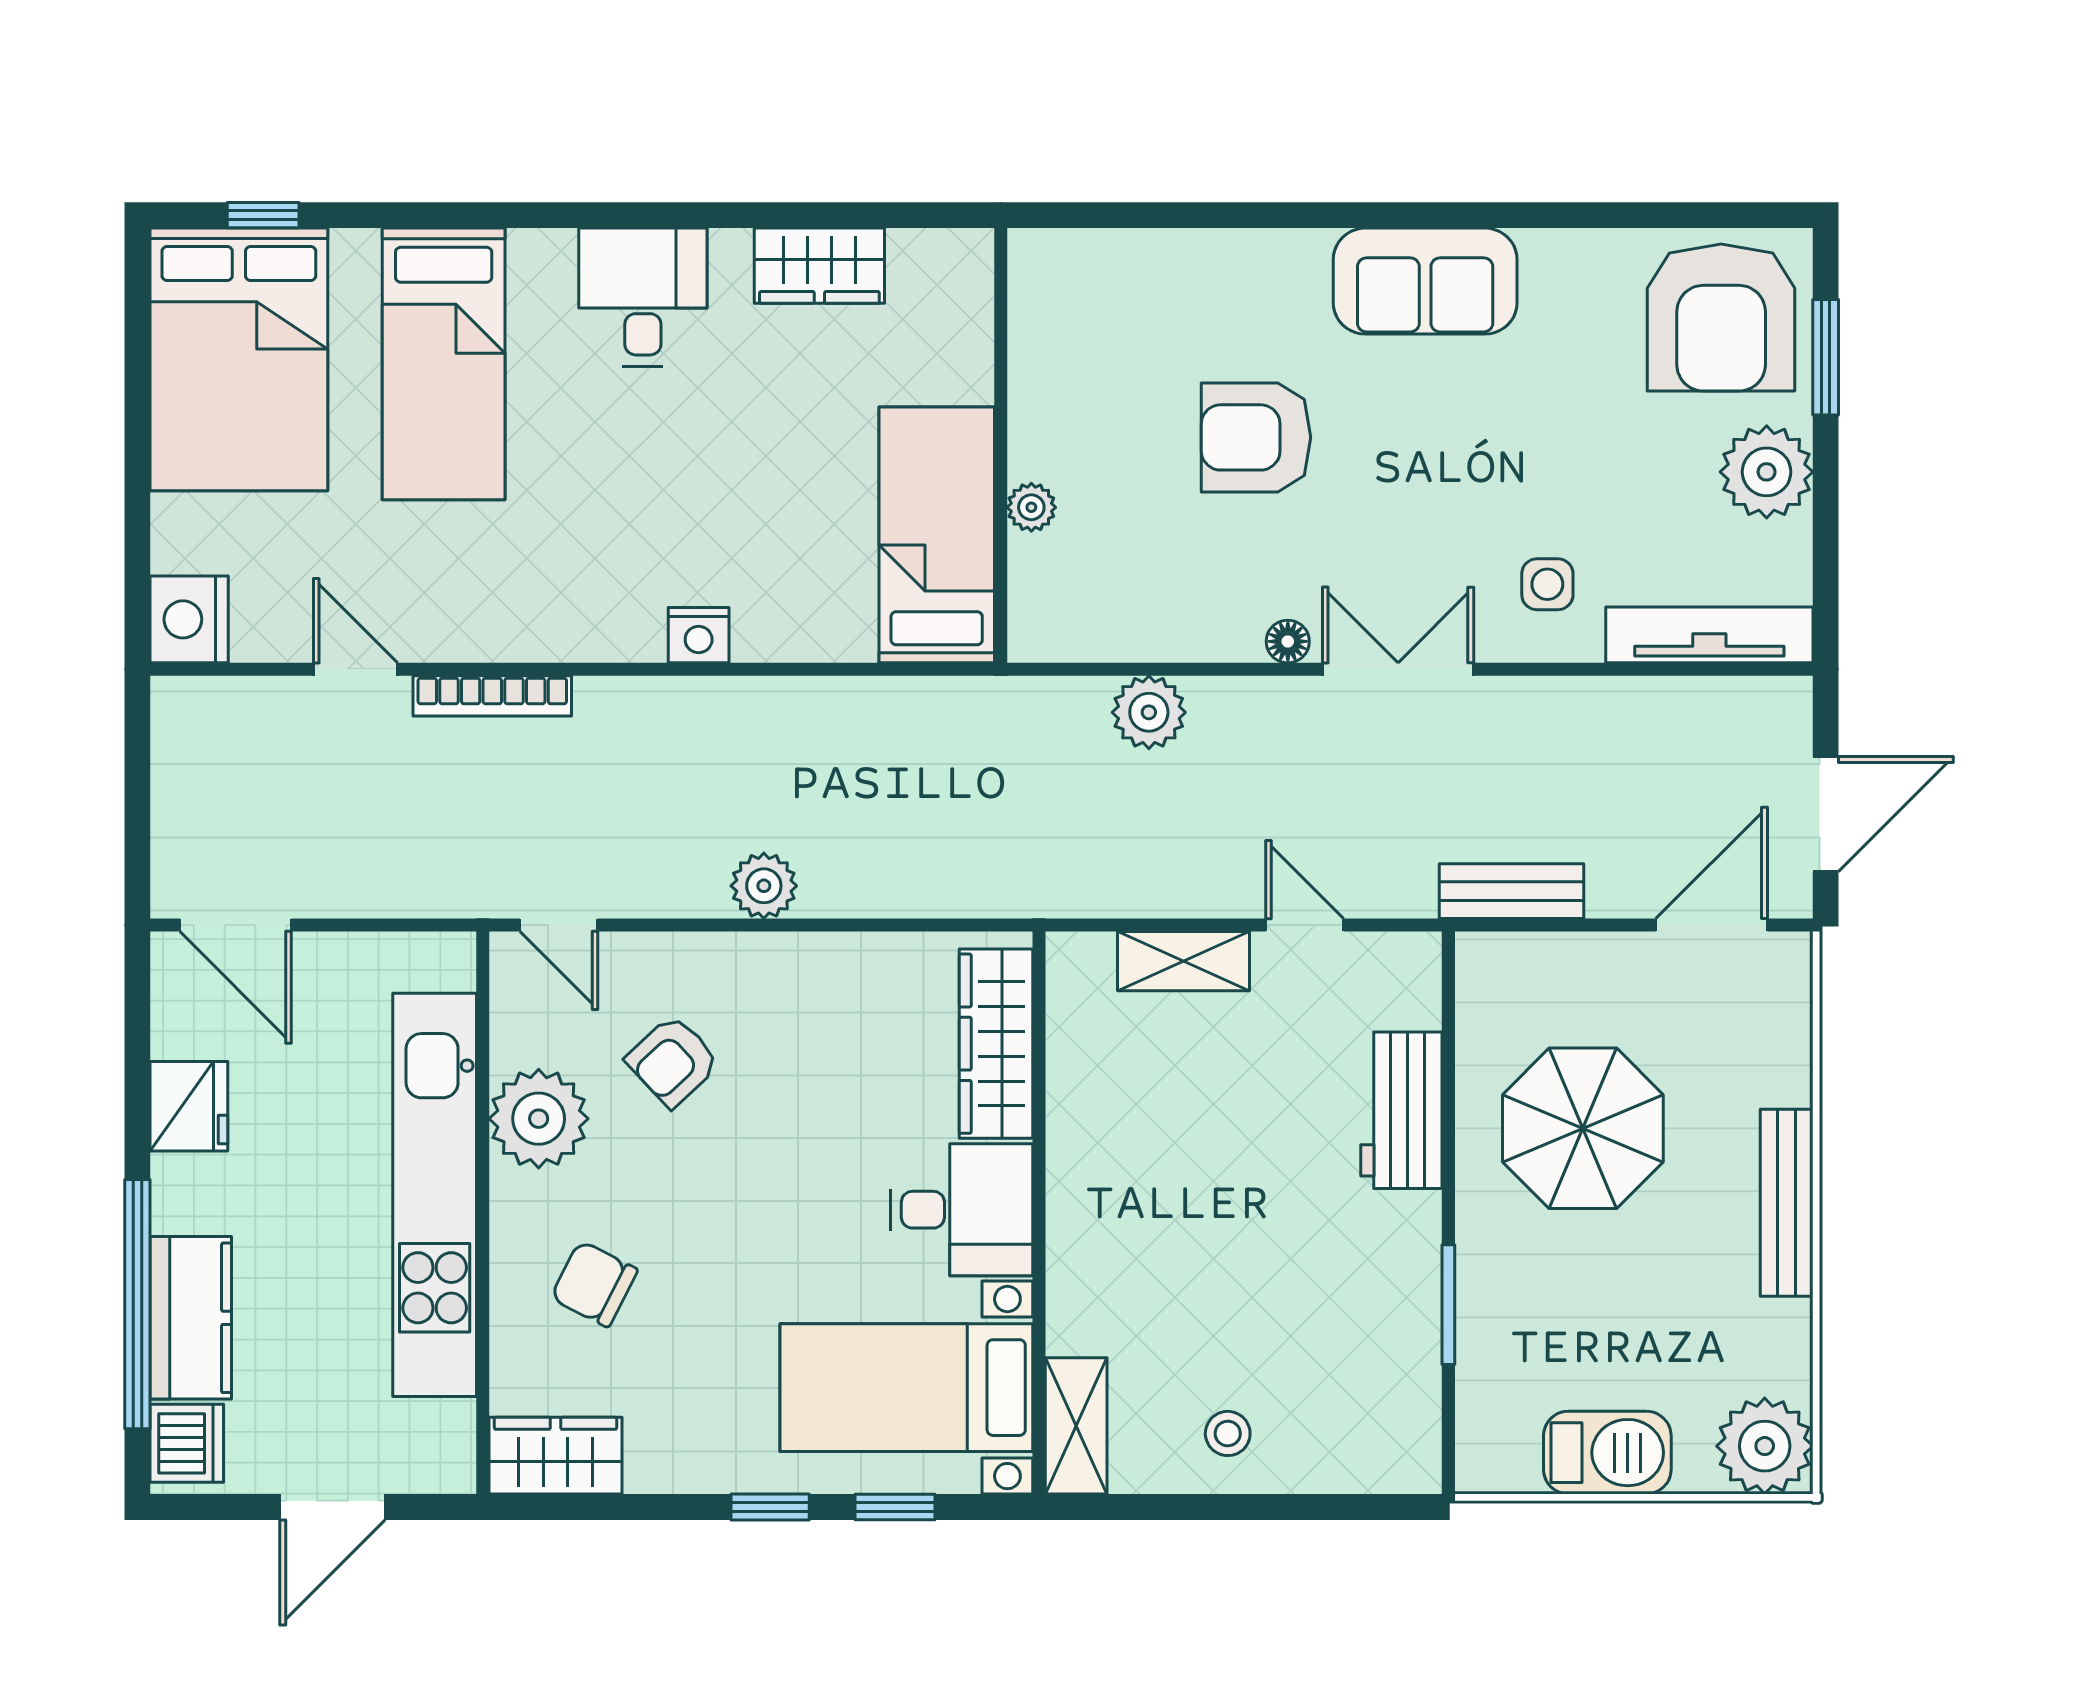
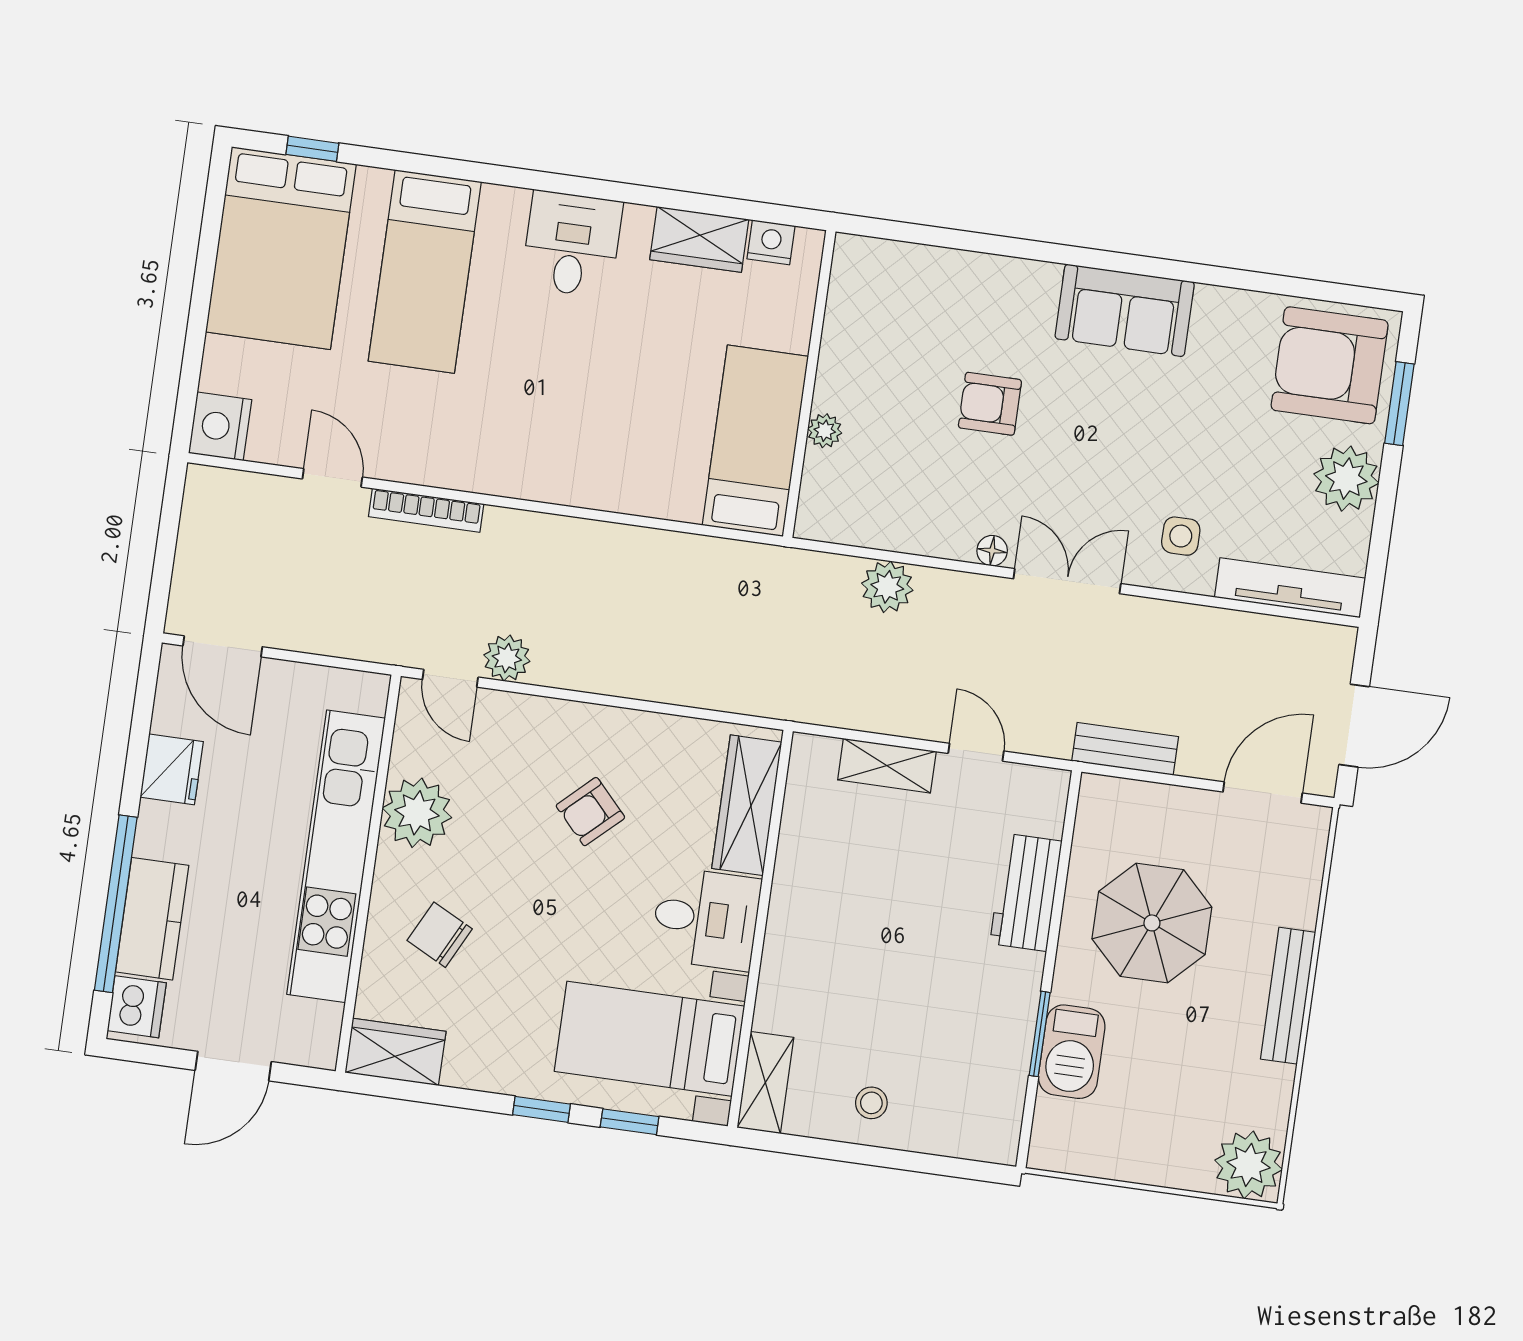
armchair: (1721, 318) -> (1330, 365), turned 90
armchair: (1256, 437) -> (990, 404), width x0.72, depth x0.72
nightstand: (699, 635) -> (771, 242), moved, turned 180
plant: (764, 886) -> (507, 658), moved
armchair: (673, 1061) -> (590, 812), moved
barbecue: (1607, 1453) -> (1072, 1052), moved, turned 90

